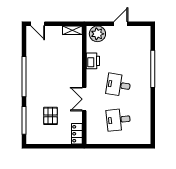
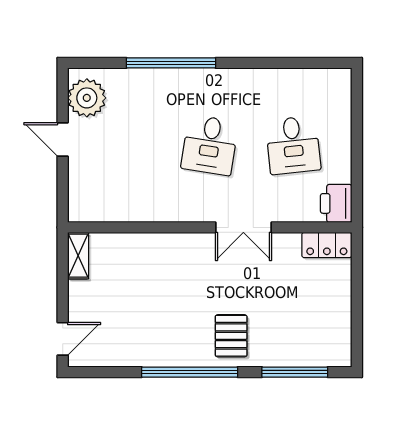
plant: (97, 34) -> (87, 98), moved
printer: (93, 61) -> (336, 203), moved, turned -90
pallet: (50, 116) -> (231, 336), moved, turned 90

